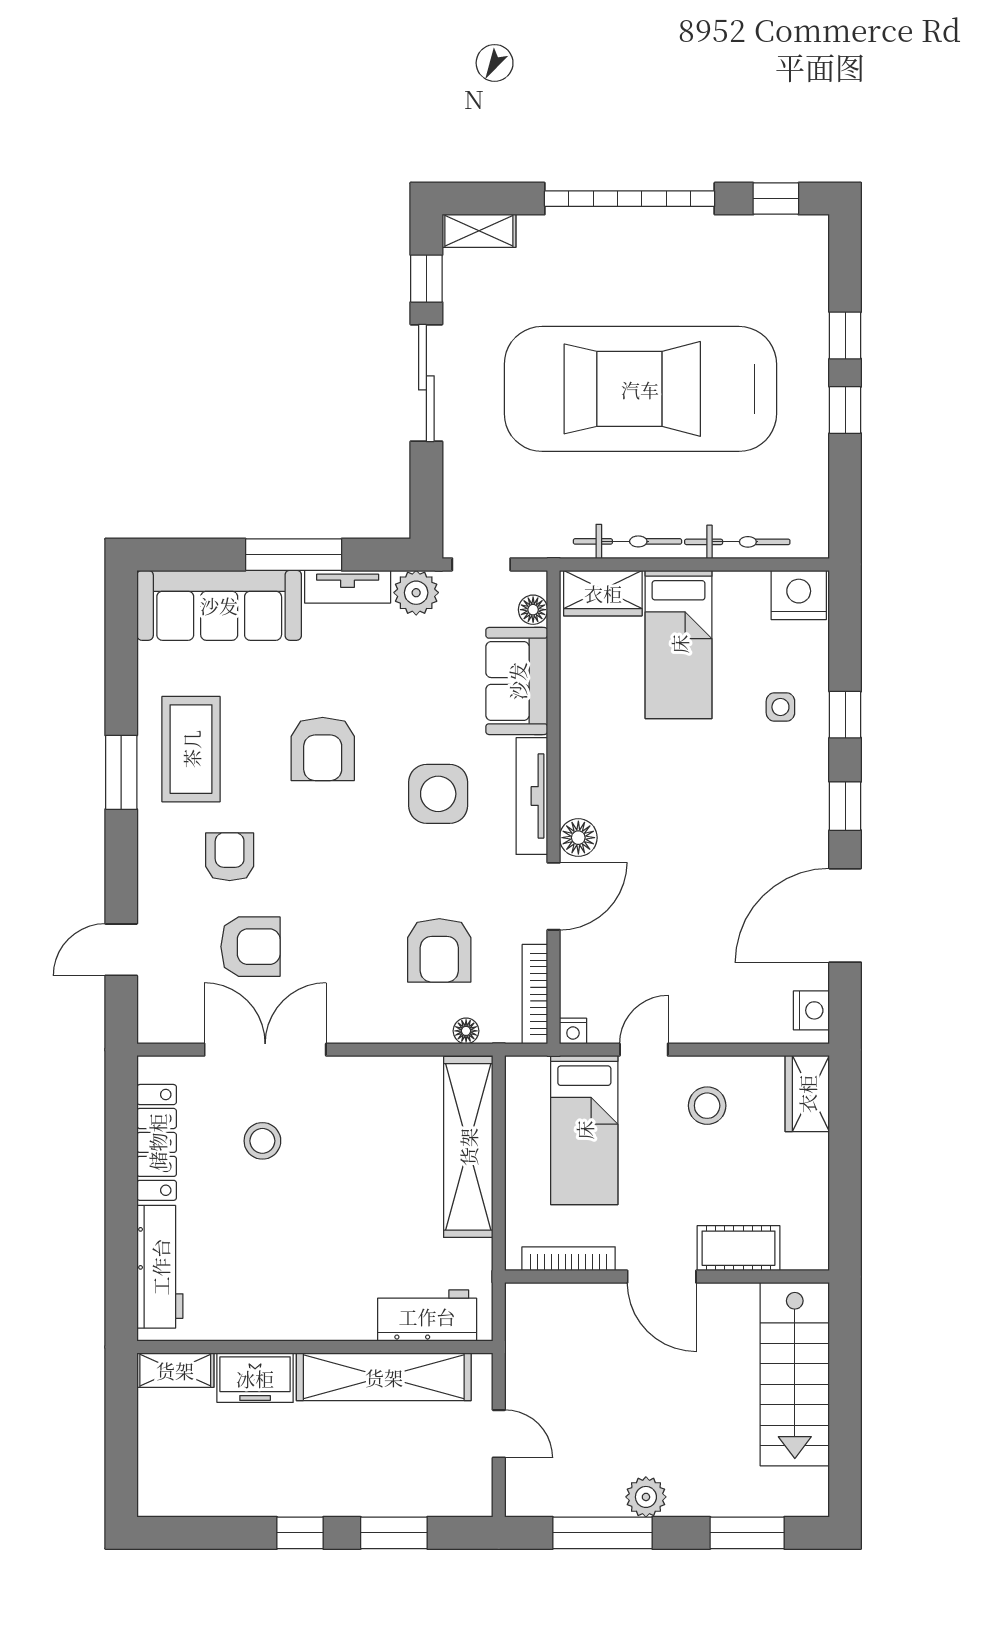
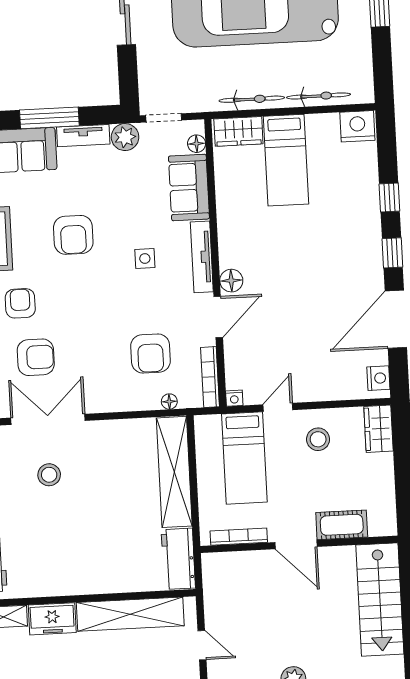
side table: (780, 707) -> (350, 195), removed
side table: (438, 794) -> (145, 259), width x0.54, depth x0.54
workbench: (427, 1316) -> (178, 559), moved, turned -90

